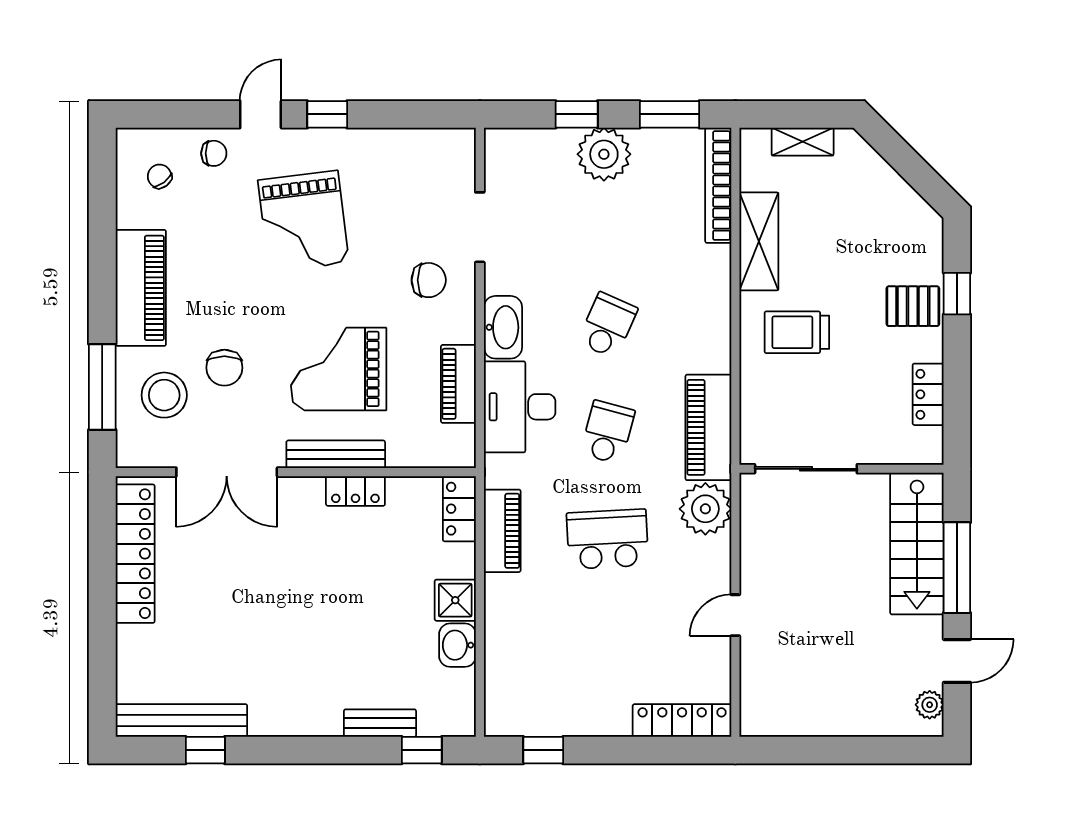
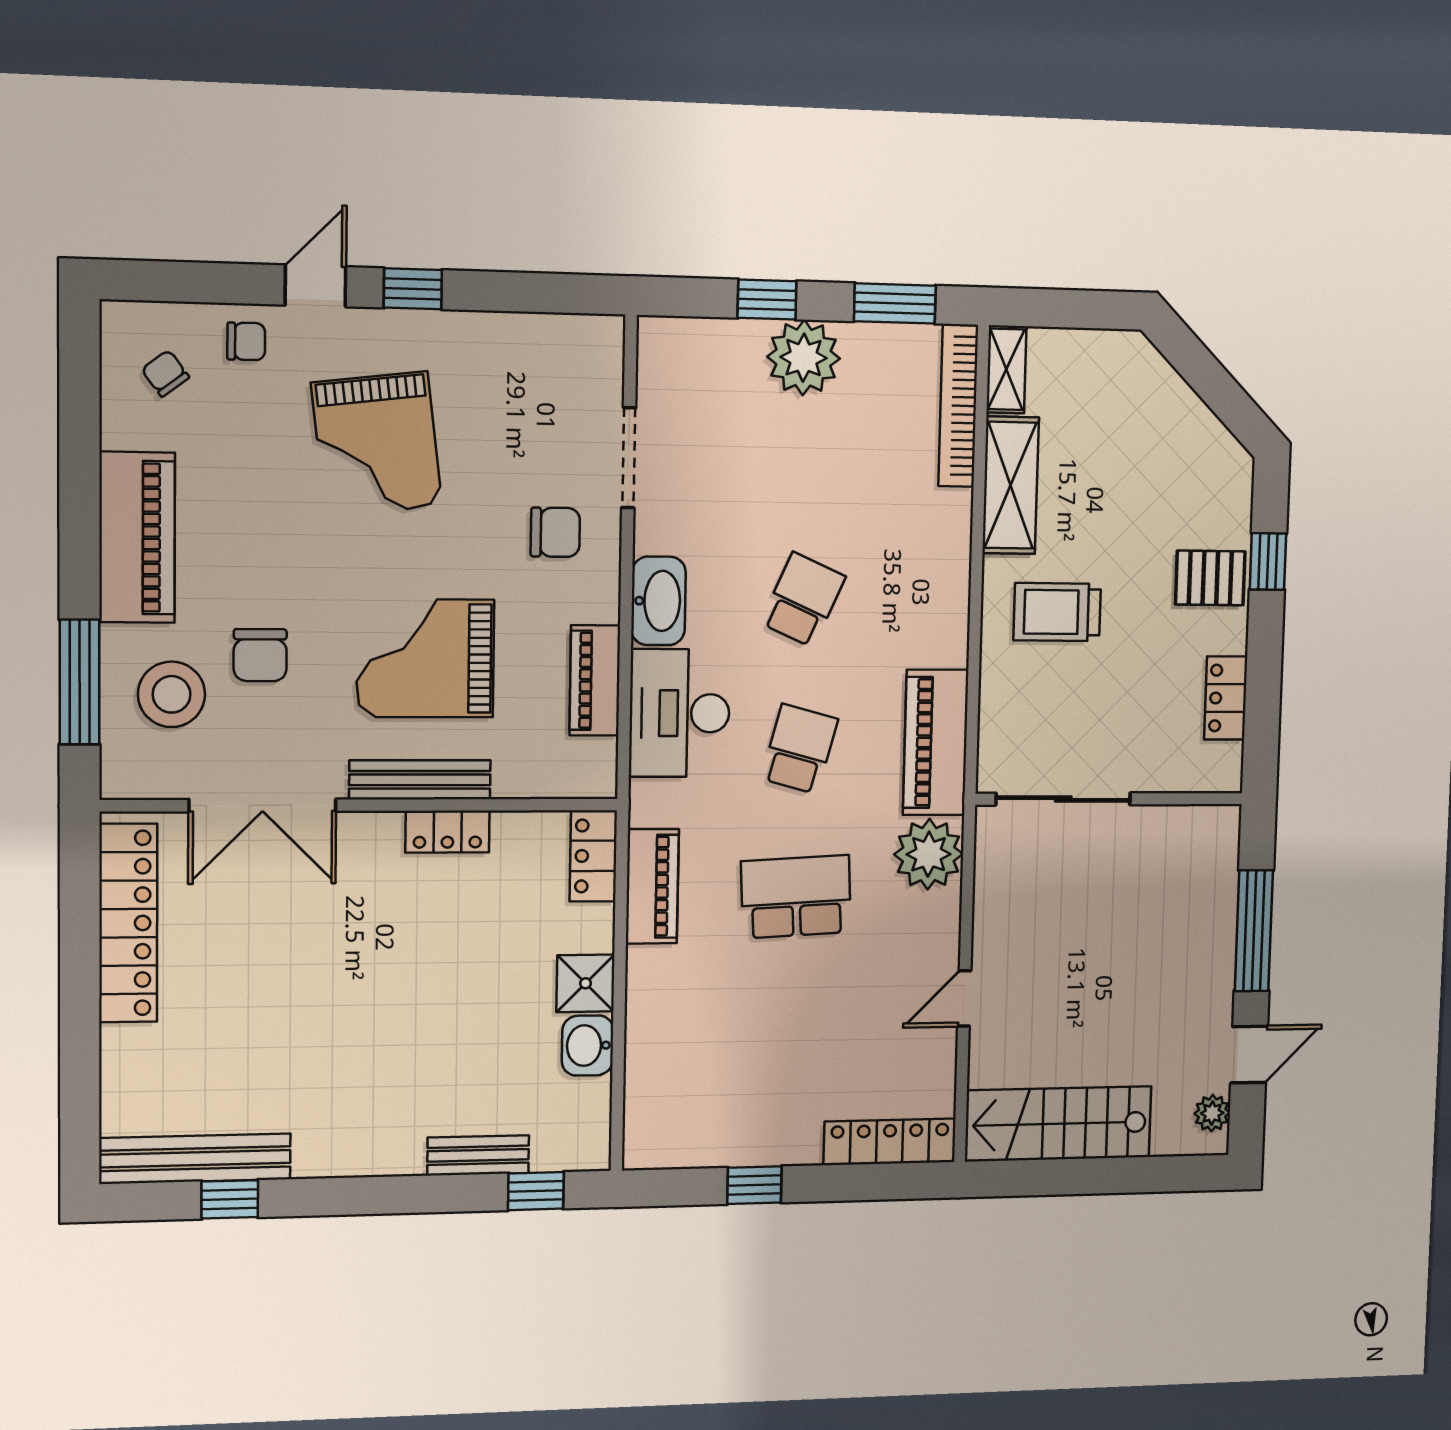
shelving: (803, 142) -> (1006, 369), moved, turned 90
stairs: (917, 544) -> (1058, 1124), moved, turned 90
window: (543, 750) -> (754, 1185), moved

